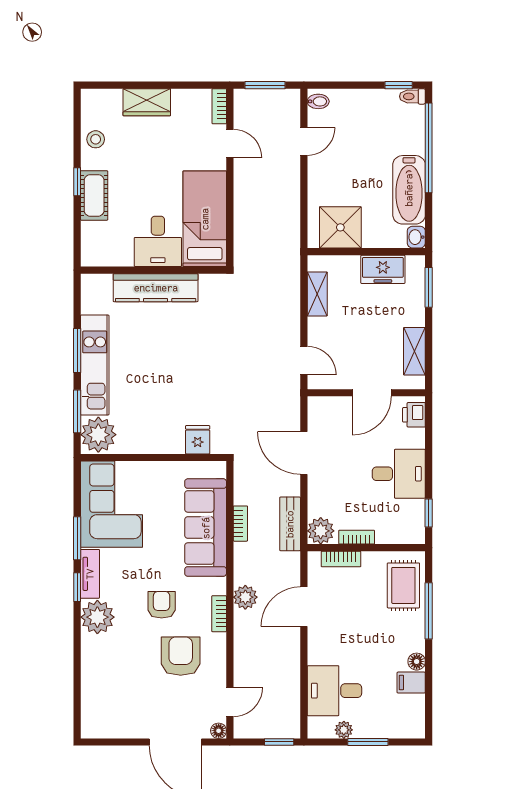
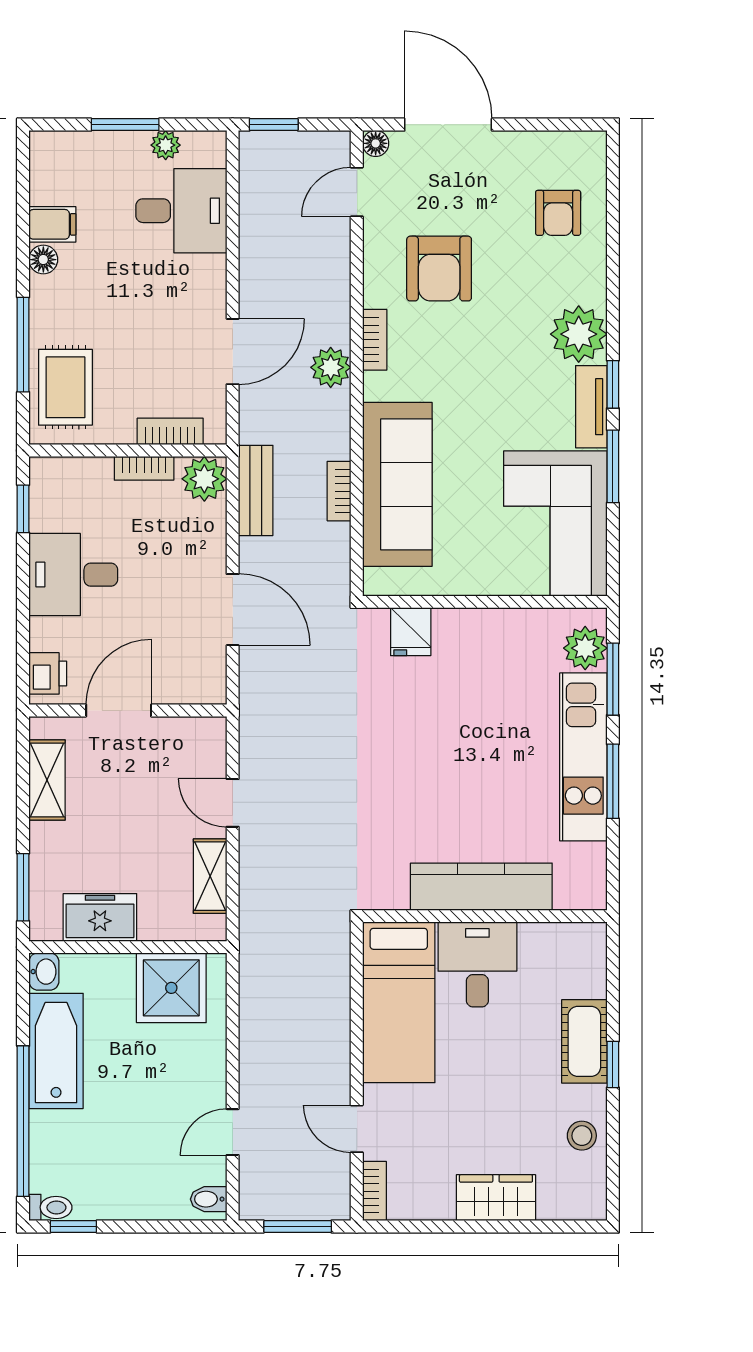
door: (304, 361) -> (233, 803), moved
plant: (98, 435) -> (585, 648), width x0.73, depth x0.73
armchair: (162, 605) -> (558, 213), moved

